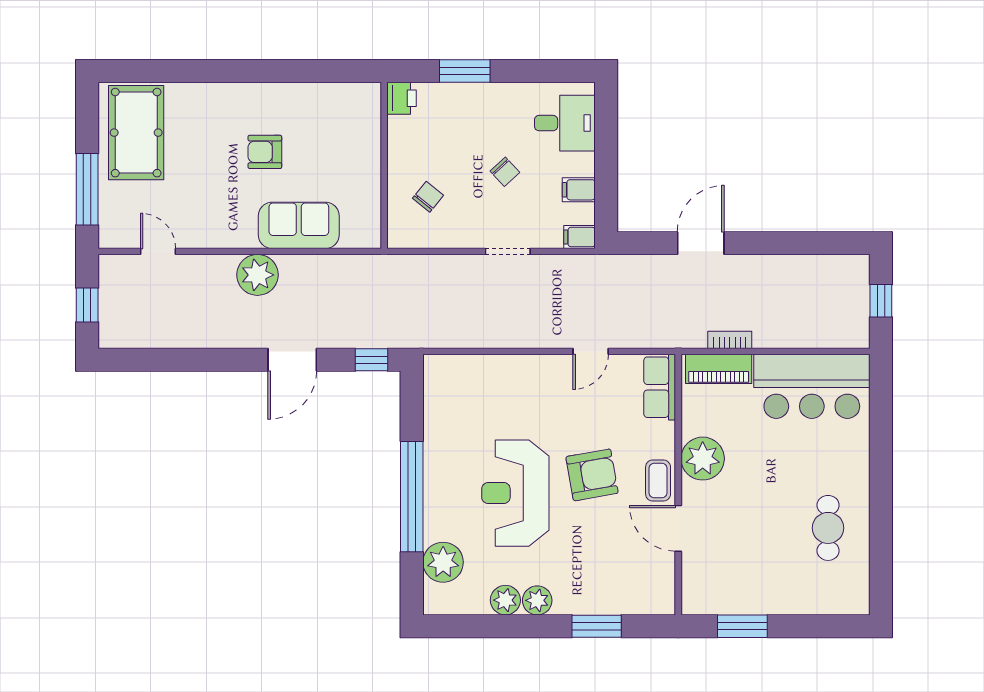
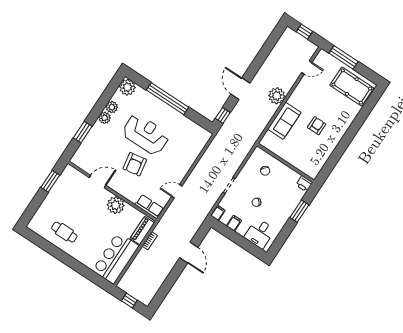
door: (591, 351) -> (177, 191), hinge flipped
coffee table: (658, 481) -> (118, 185), removed
plant: (443, 562) -> (127, 87), moved

